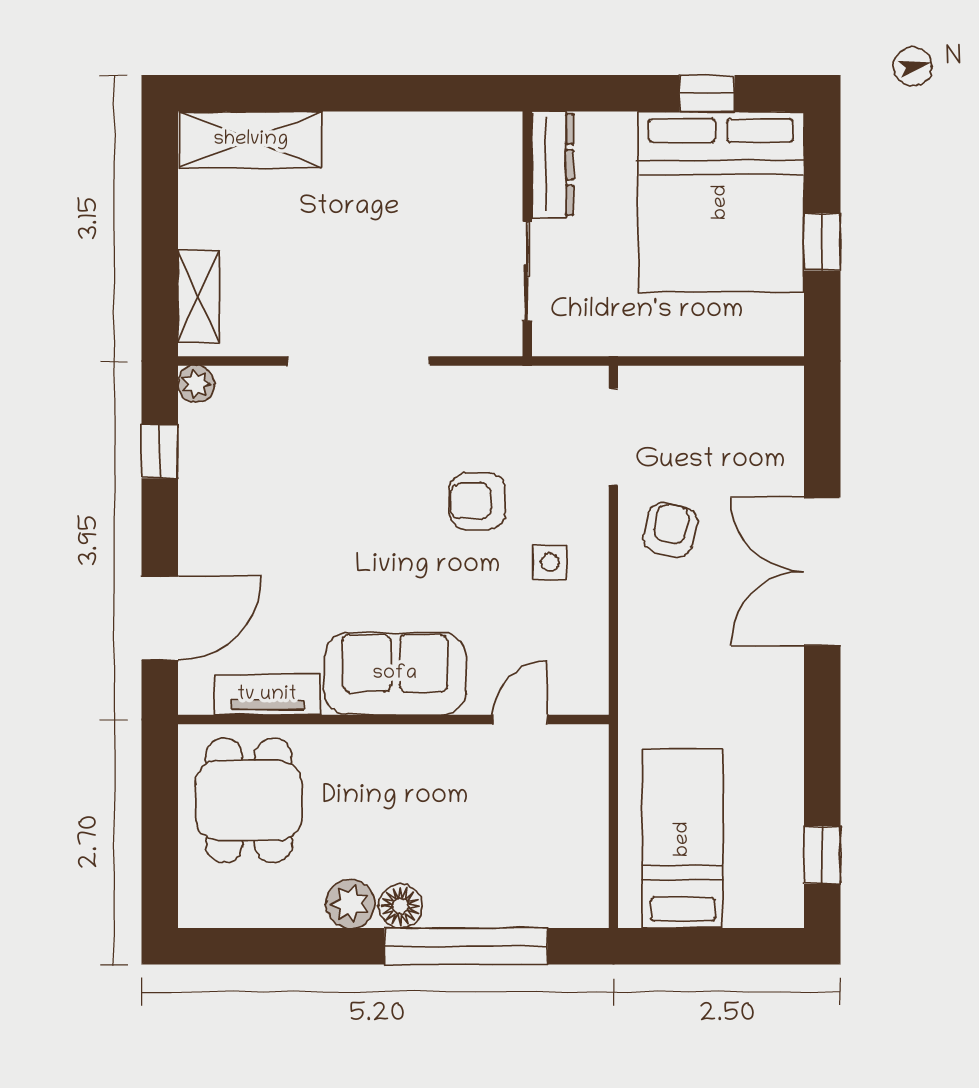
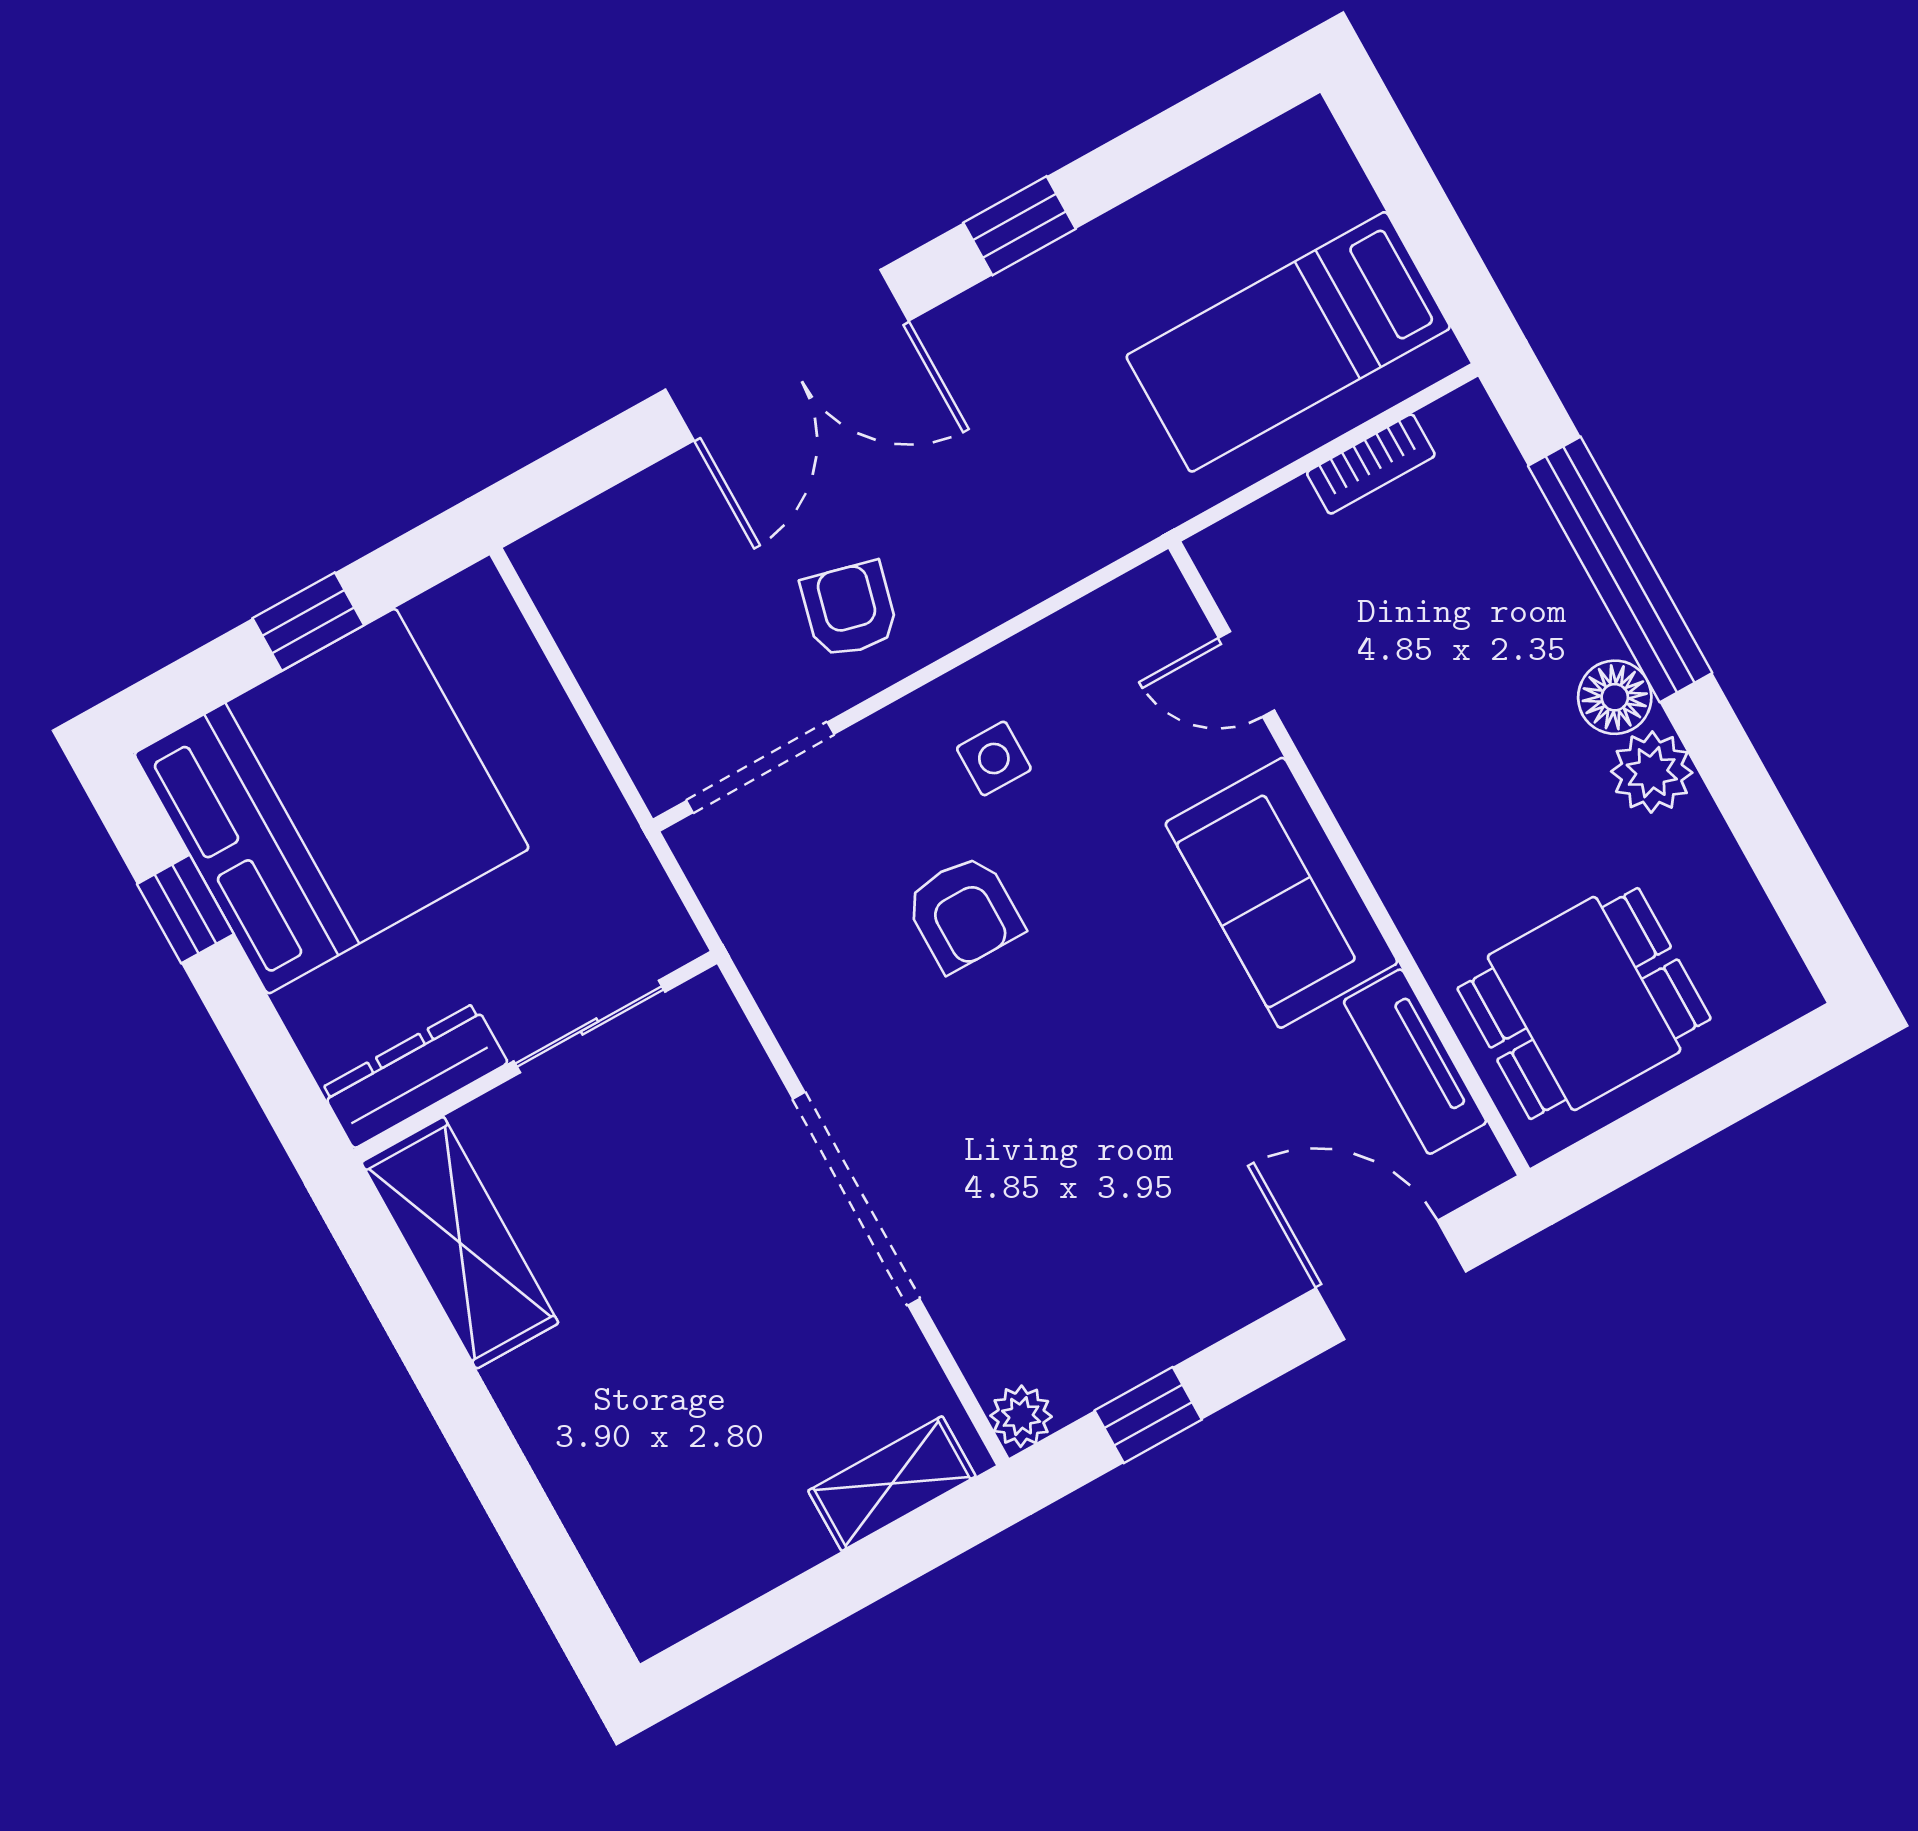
shelving: (251, 140) -> (460, 1243), moved
armchair: (670, 530) -> (850, 610), turned 91
bookcase: (594, 846) -> (1371, 464), added
window: (822, 855) -> (1020, 226), moved

